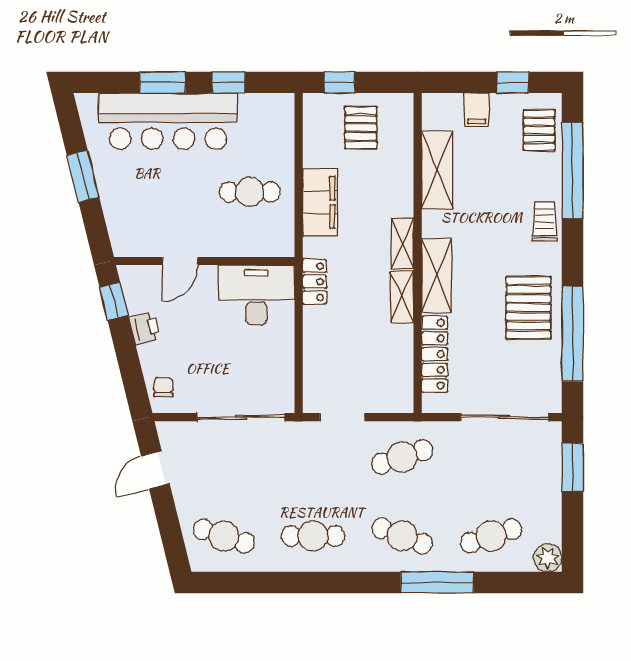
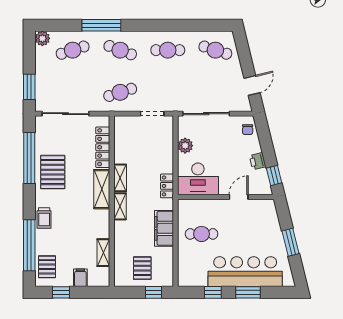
shelving: (437, 170) -> (103, 253), width x0.67, depth x0.75
plant: (280, 357) -> (185, 146), added

